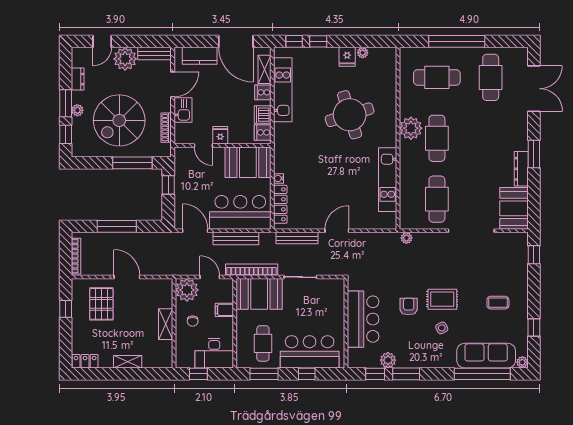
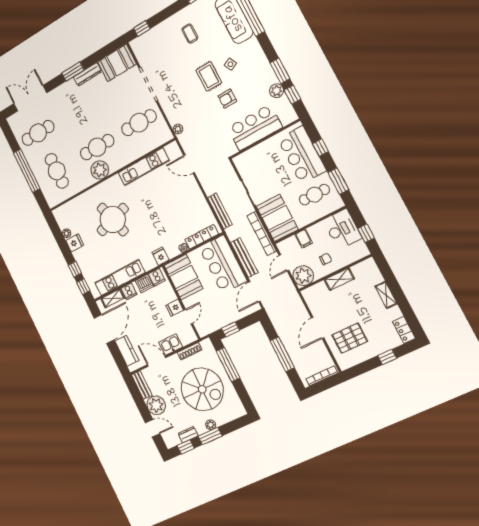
window: (66, 134) -> (186, 447), moved
fridge: (283, 148) -> (161, 256), added
door: (337, 231) -> (189, 164), moved
window: (66, 309) -> (387, 357), moved

